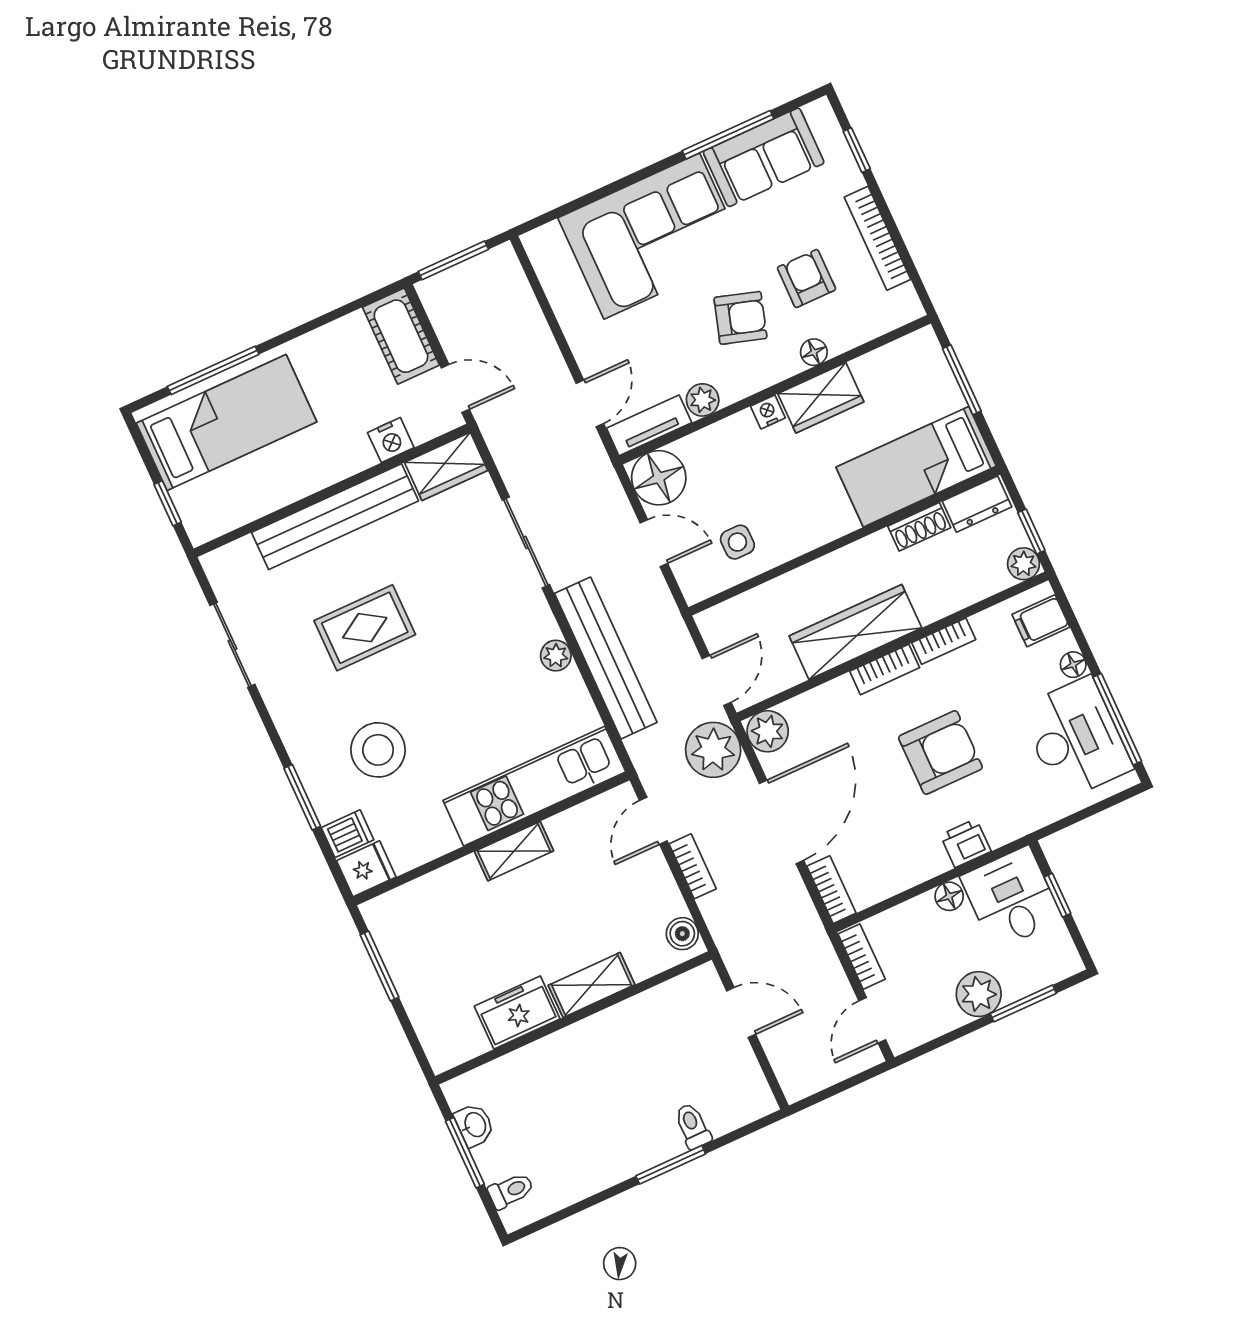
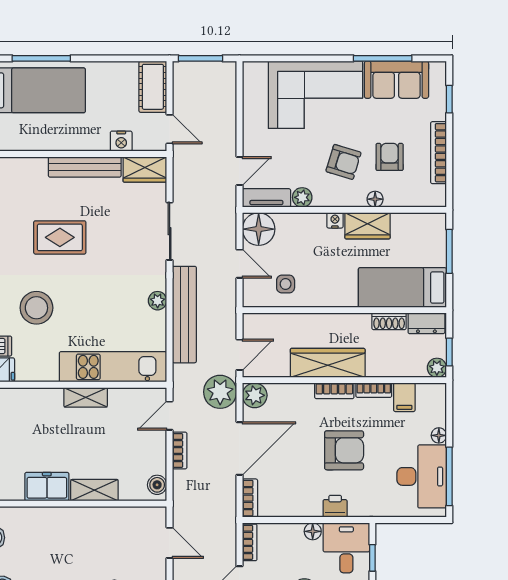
bench: (335, 517) -> (85, 167), width x0.73, depth x0.82
filing cabinet: (1041, 621) -> (404, 397), moved, turned -90

